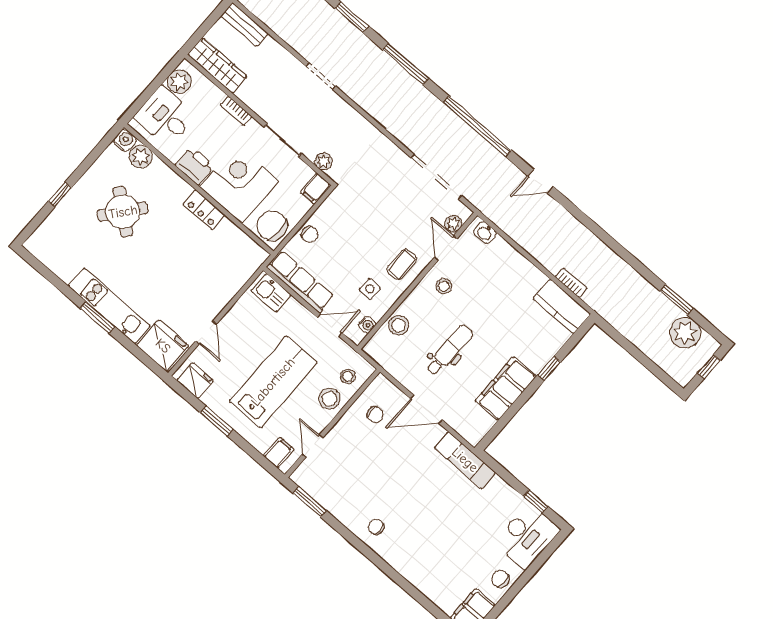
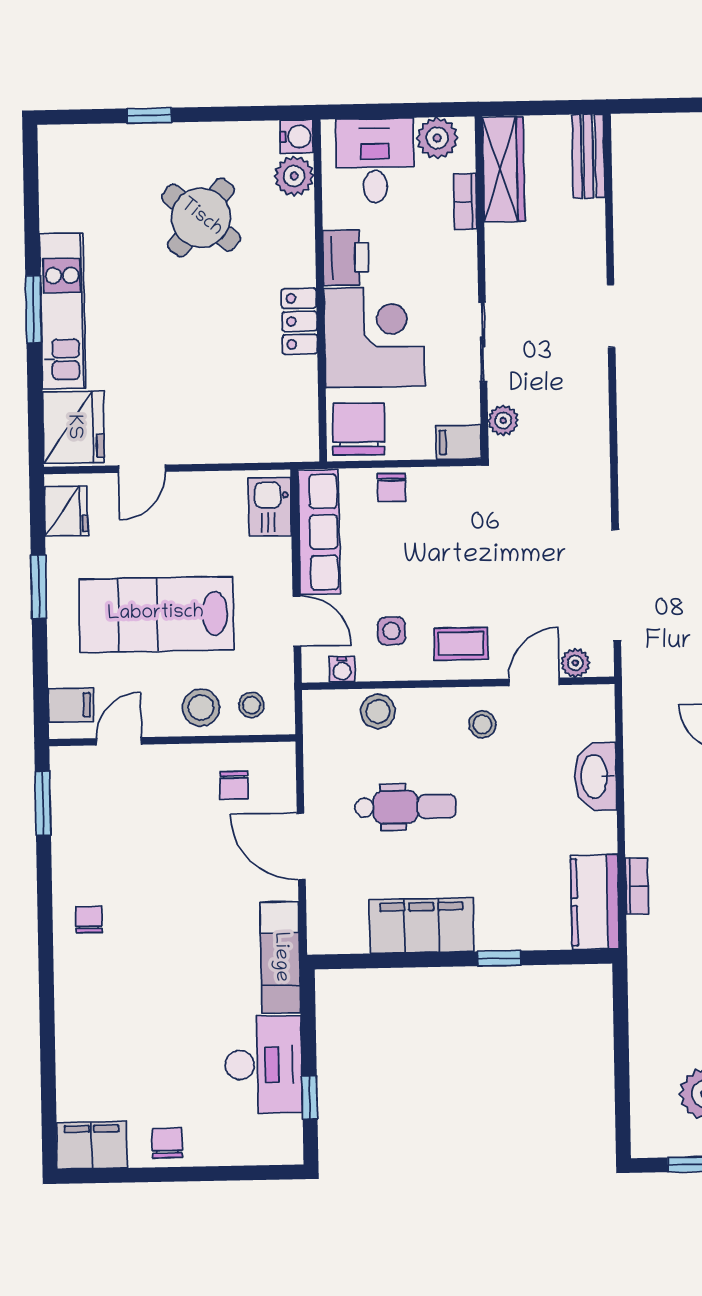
bookcase: (236, 111) -> (465, 201), moved
washbasin: (485, 233) -> (595, 776), moved, width x1.91, depth x1.45
lab bench: (273, 382) -> (156, 614), turned 180
desk: (527, 536) -> (264, 1065), moved, turned -90

